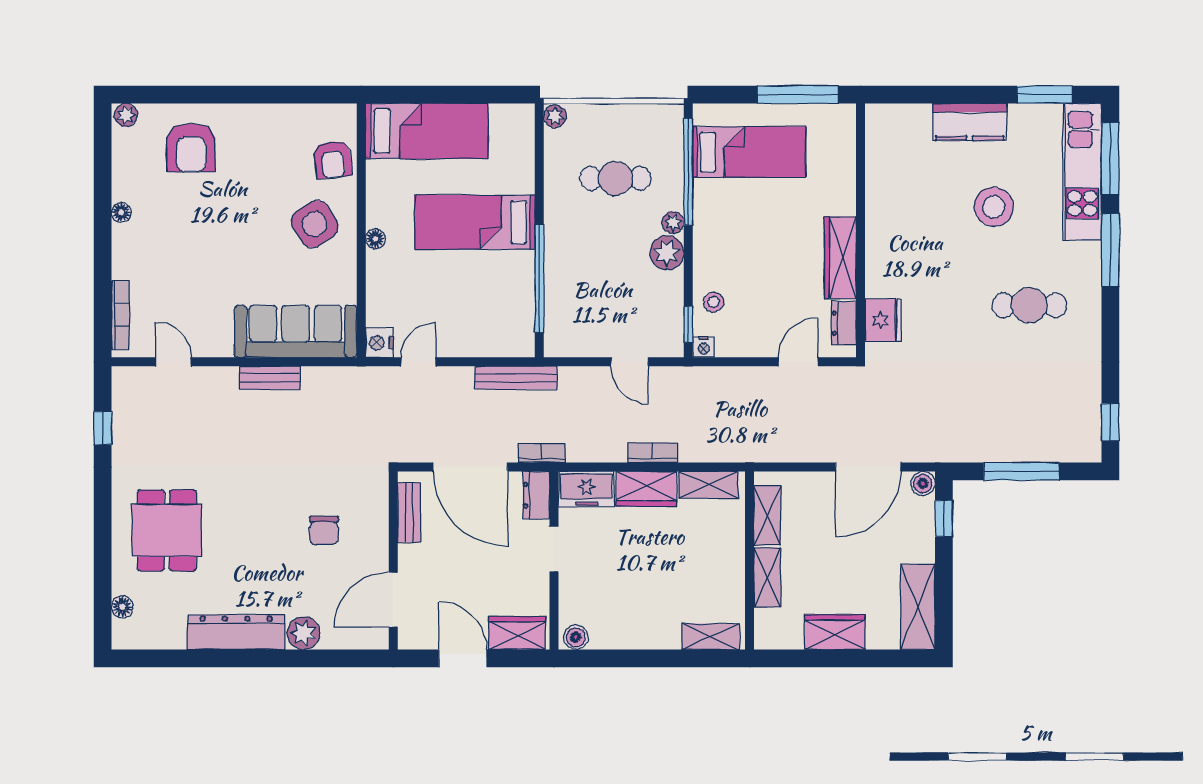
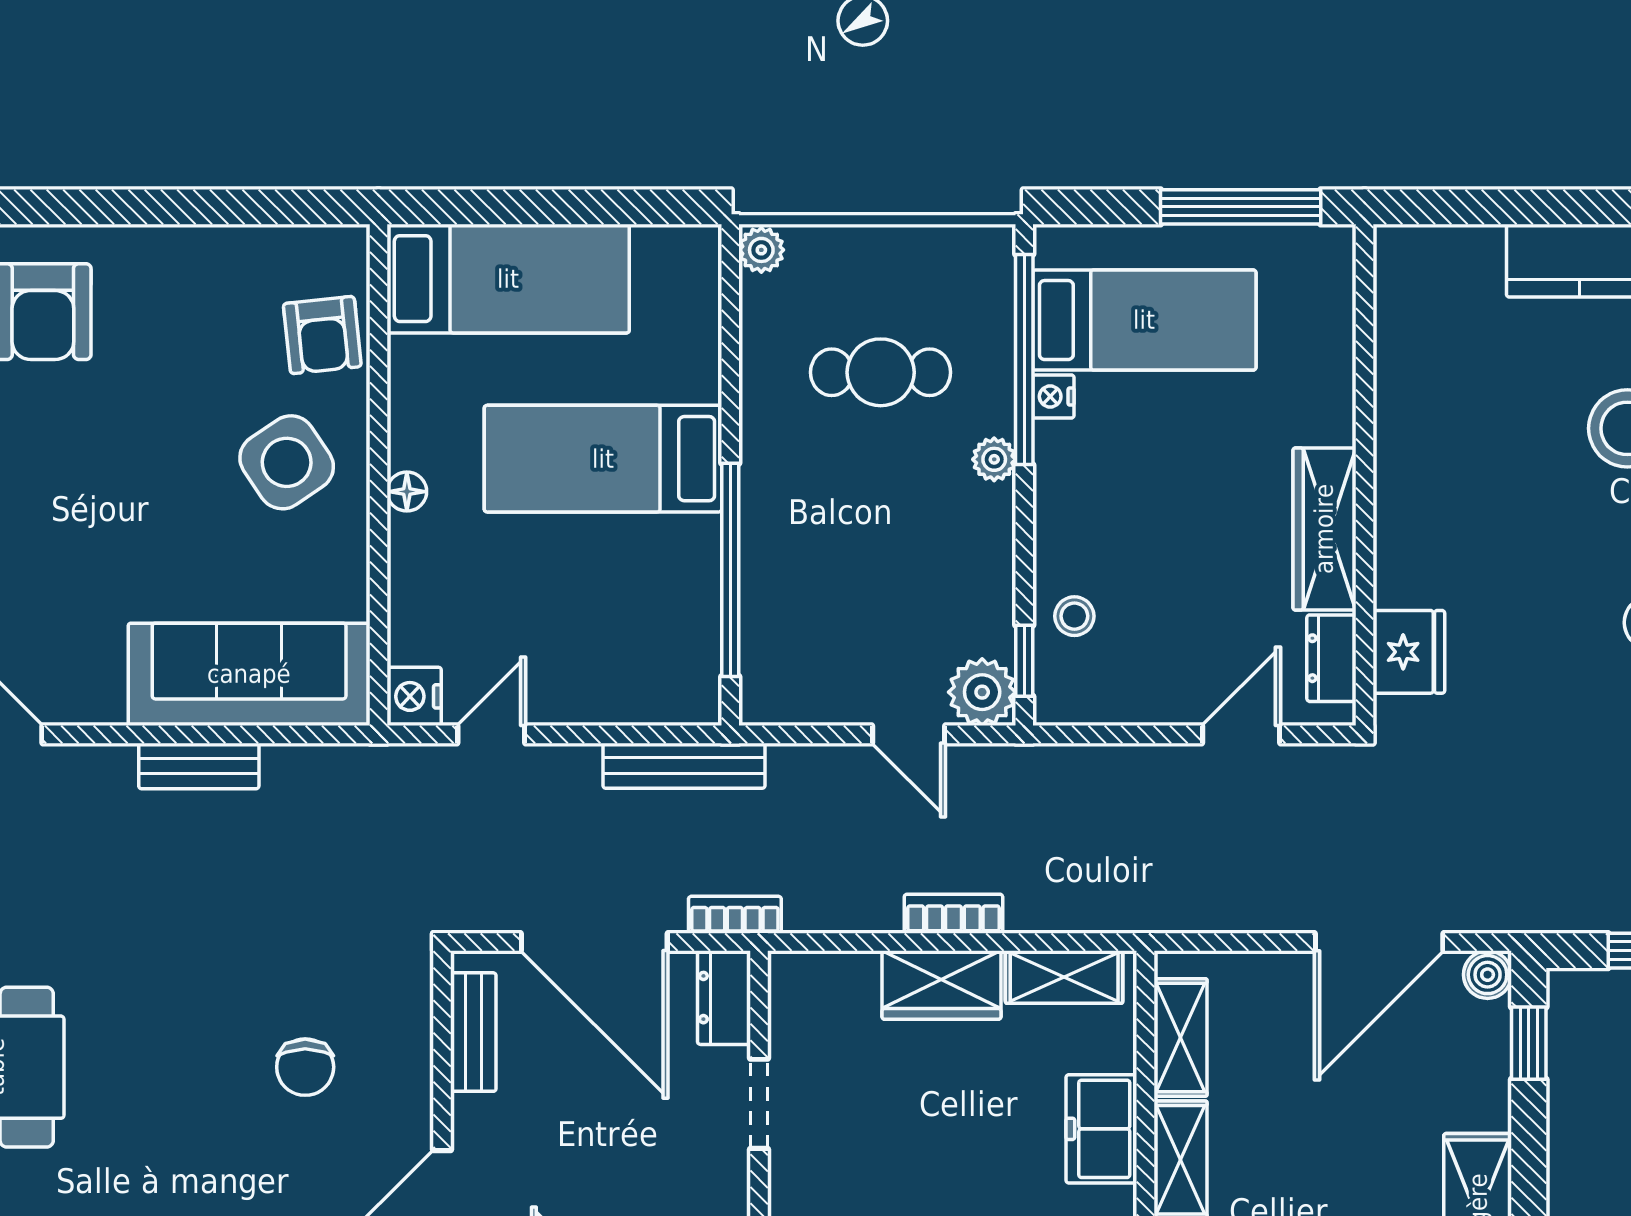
plant: (667, 253) -> (982, 692), moved
nightstand: (704, 347) -> (1053, 396), moved, turned 90
freezer: (586, 489) -> (1101, 1129), moved, turned 90

